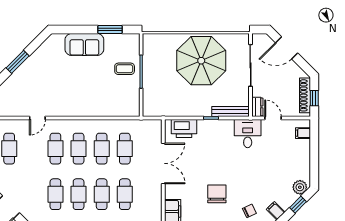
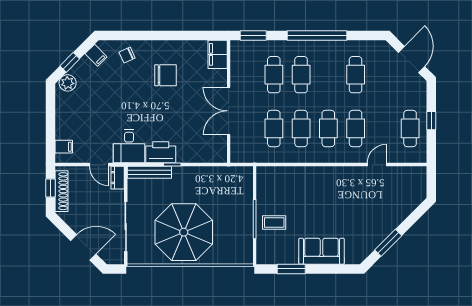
window: (18, 62) -> (388, 243), moved
printer: (184, 128) -> (161, 152), moved
cafe table: (79, 194) -> (328, 75), removed
chair: (217, 194) -> (165, 75), turned -90

